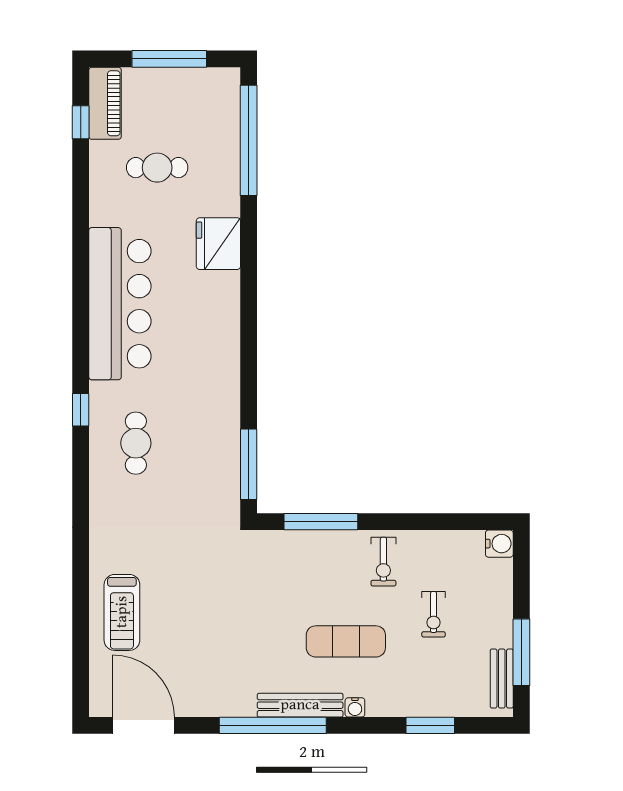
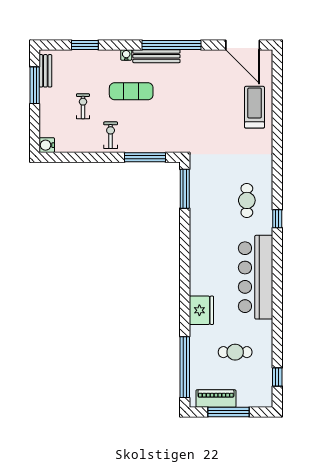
piano: (105, 103) -> (216, 399), moved, turned 90

